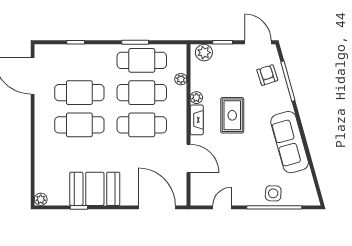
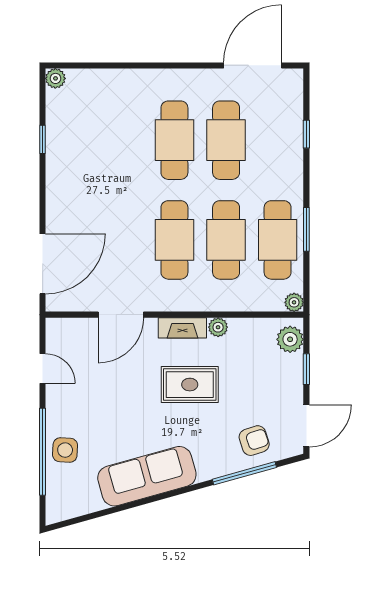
plant: (181, 79) -> (294, 302), moved
booth: (95, 189) -> (72, 165), removed

